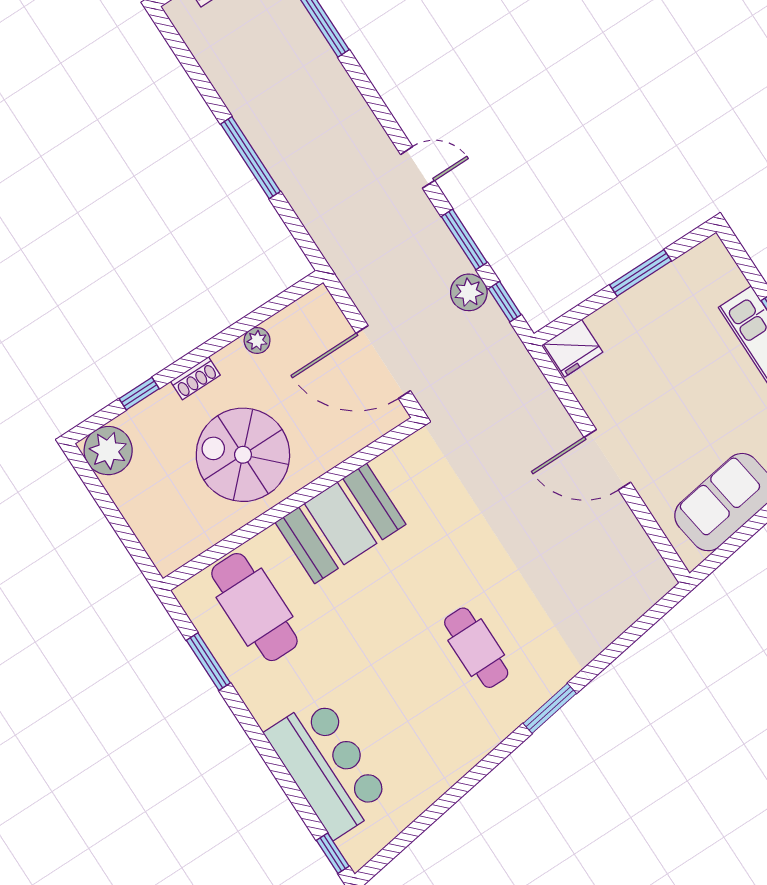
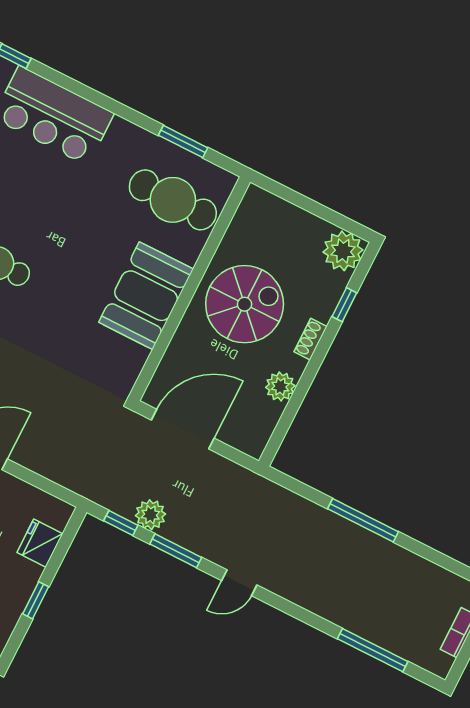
window: (640, 273) -> (36, 600), width x0.67
plant: (257, 340) -> (280, 387), width x1.38, depth x1.38
fridge: (573, 348) -> (40, 543), moved

